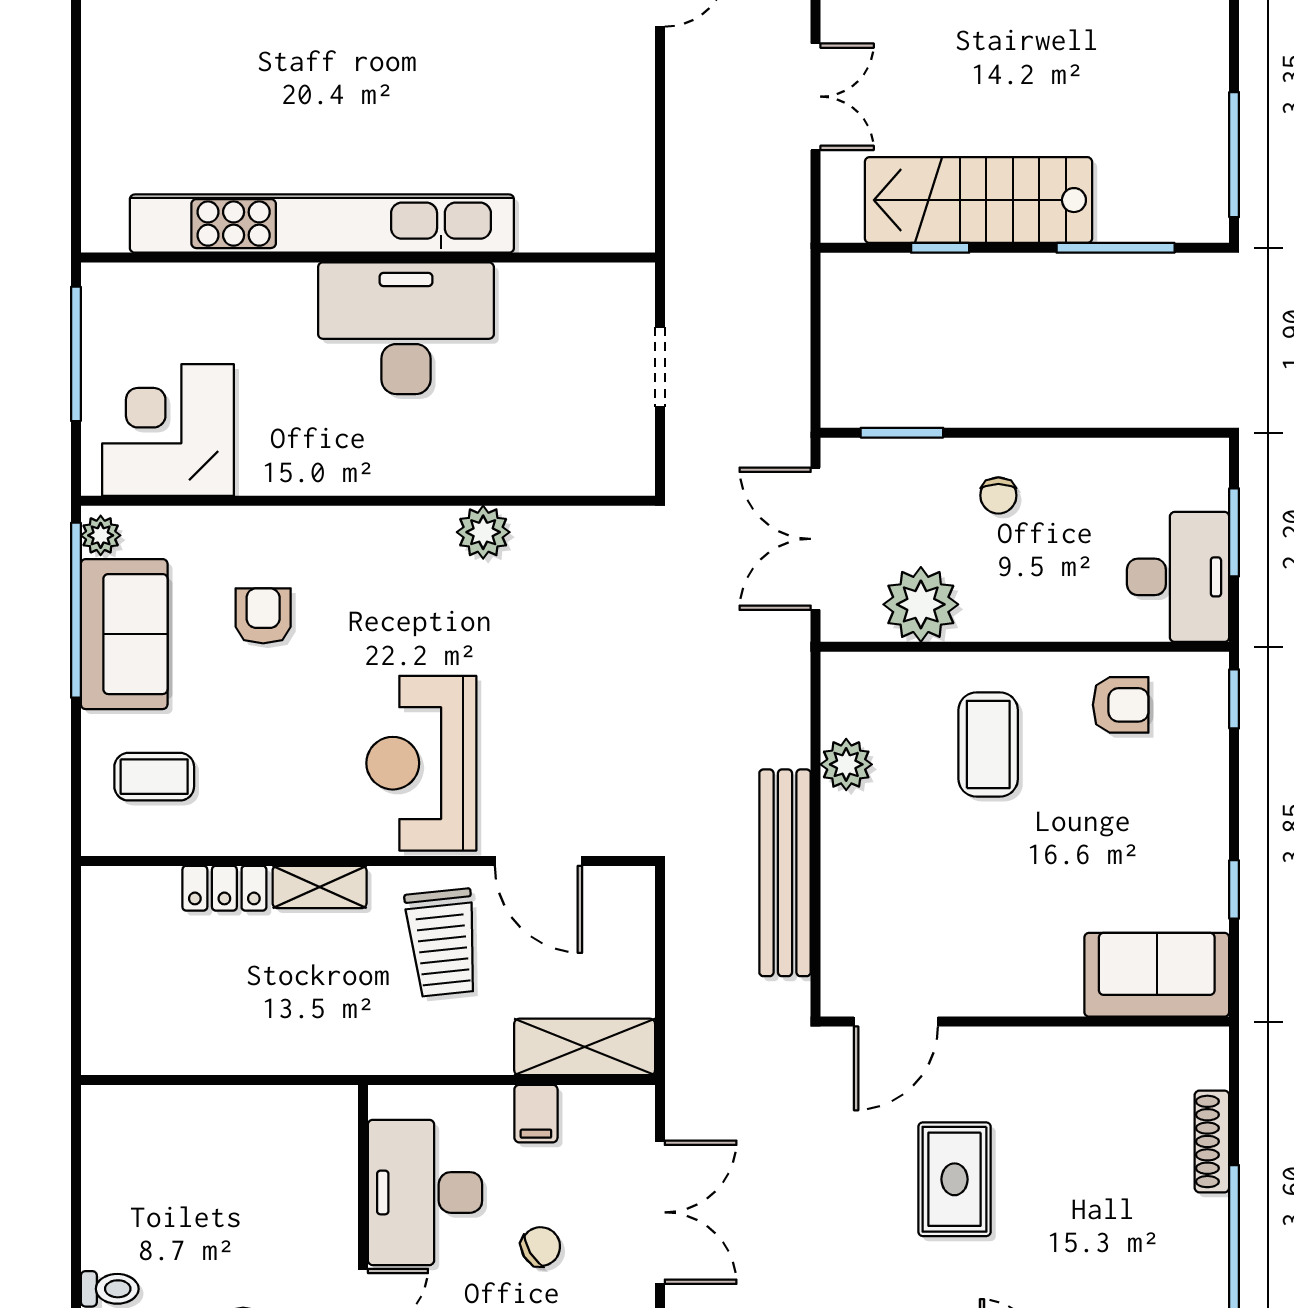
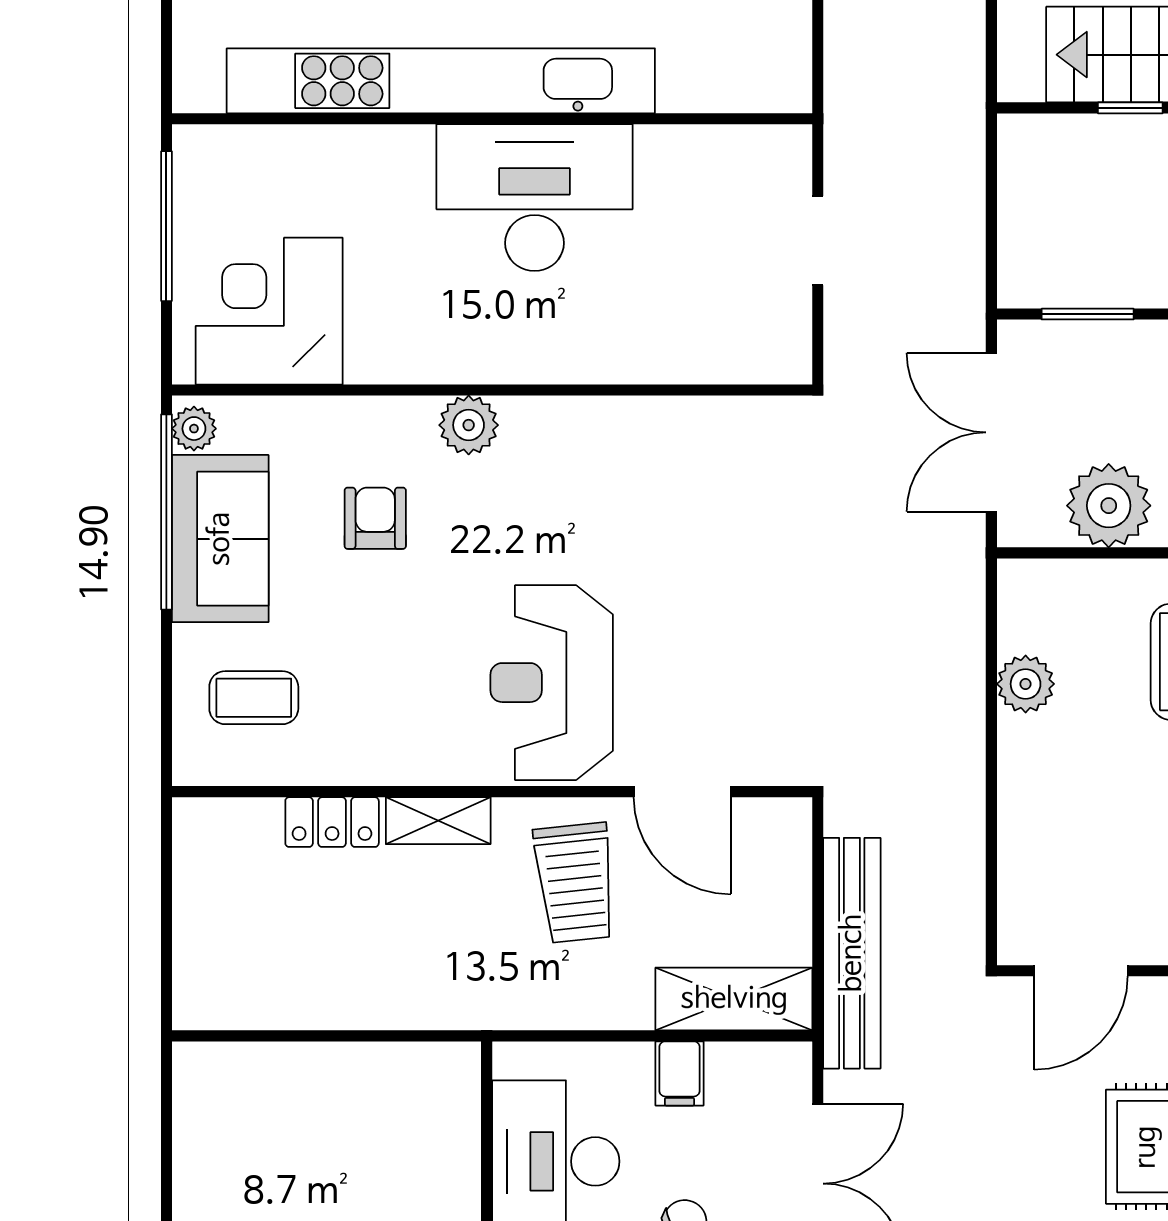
plant: (483, 532) -> (469, 425), moved
bench: (785, 873) -> (852, 953), moved

